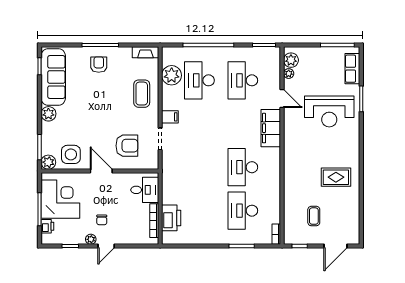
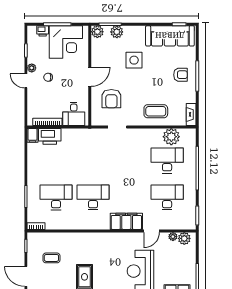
plant: (48, 114) -> (117, 32), moved
filing cabinet: (170, 117) -> (33, 135), moved
side table: (71, 154) -> (134, 60), moved

